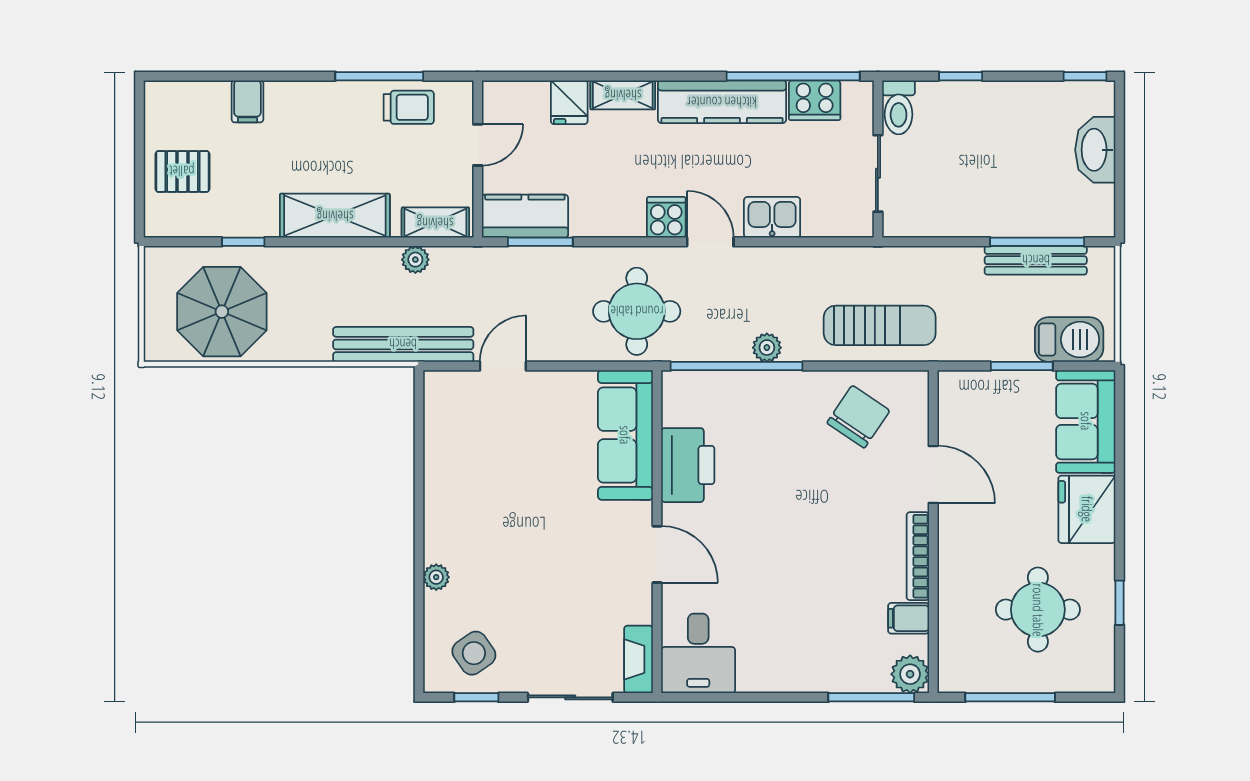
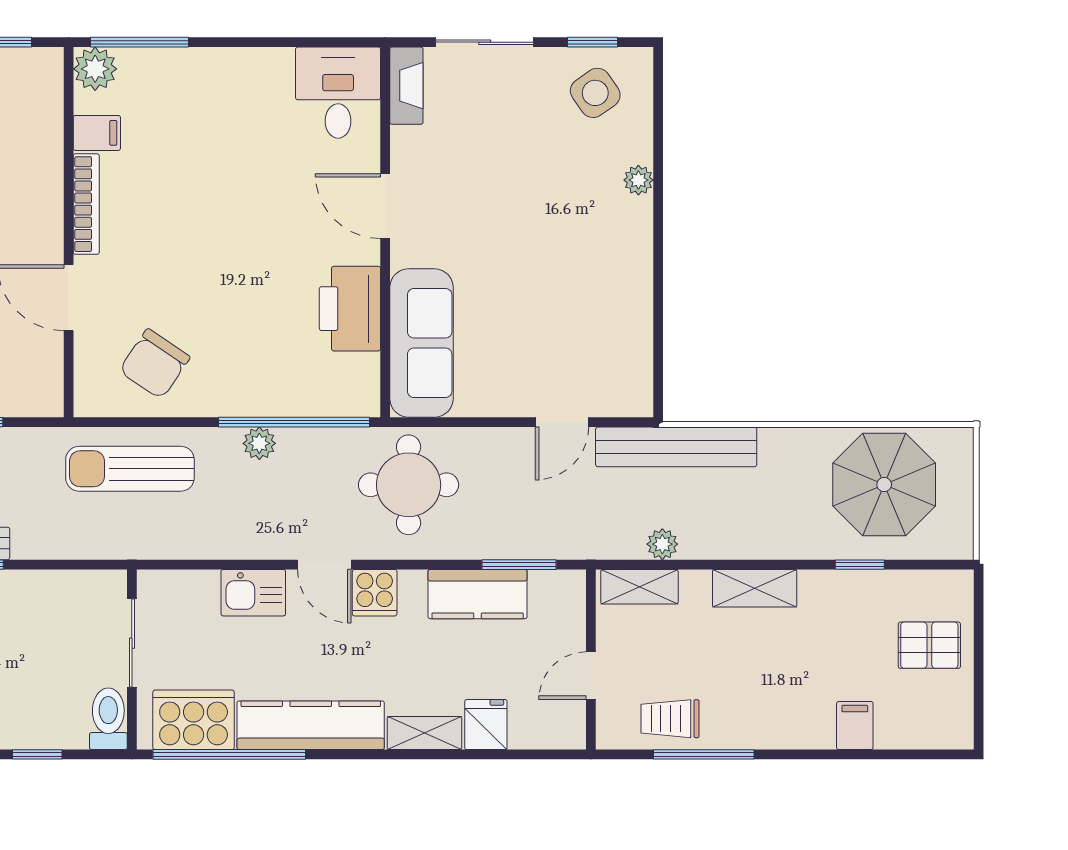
cooker: (815, 100) -> (194, 720), width x1.37, depth x1.31
shelving: (335, 216) -> (755, 588), width x0.67, depth x0.75
kitchen counter: (525, 216) -> (478, 594), moved

